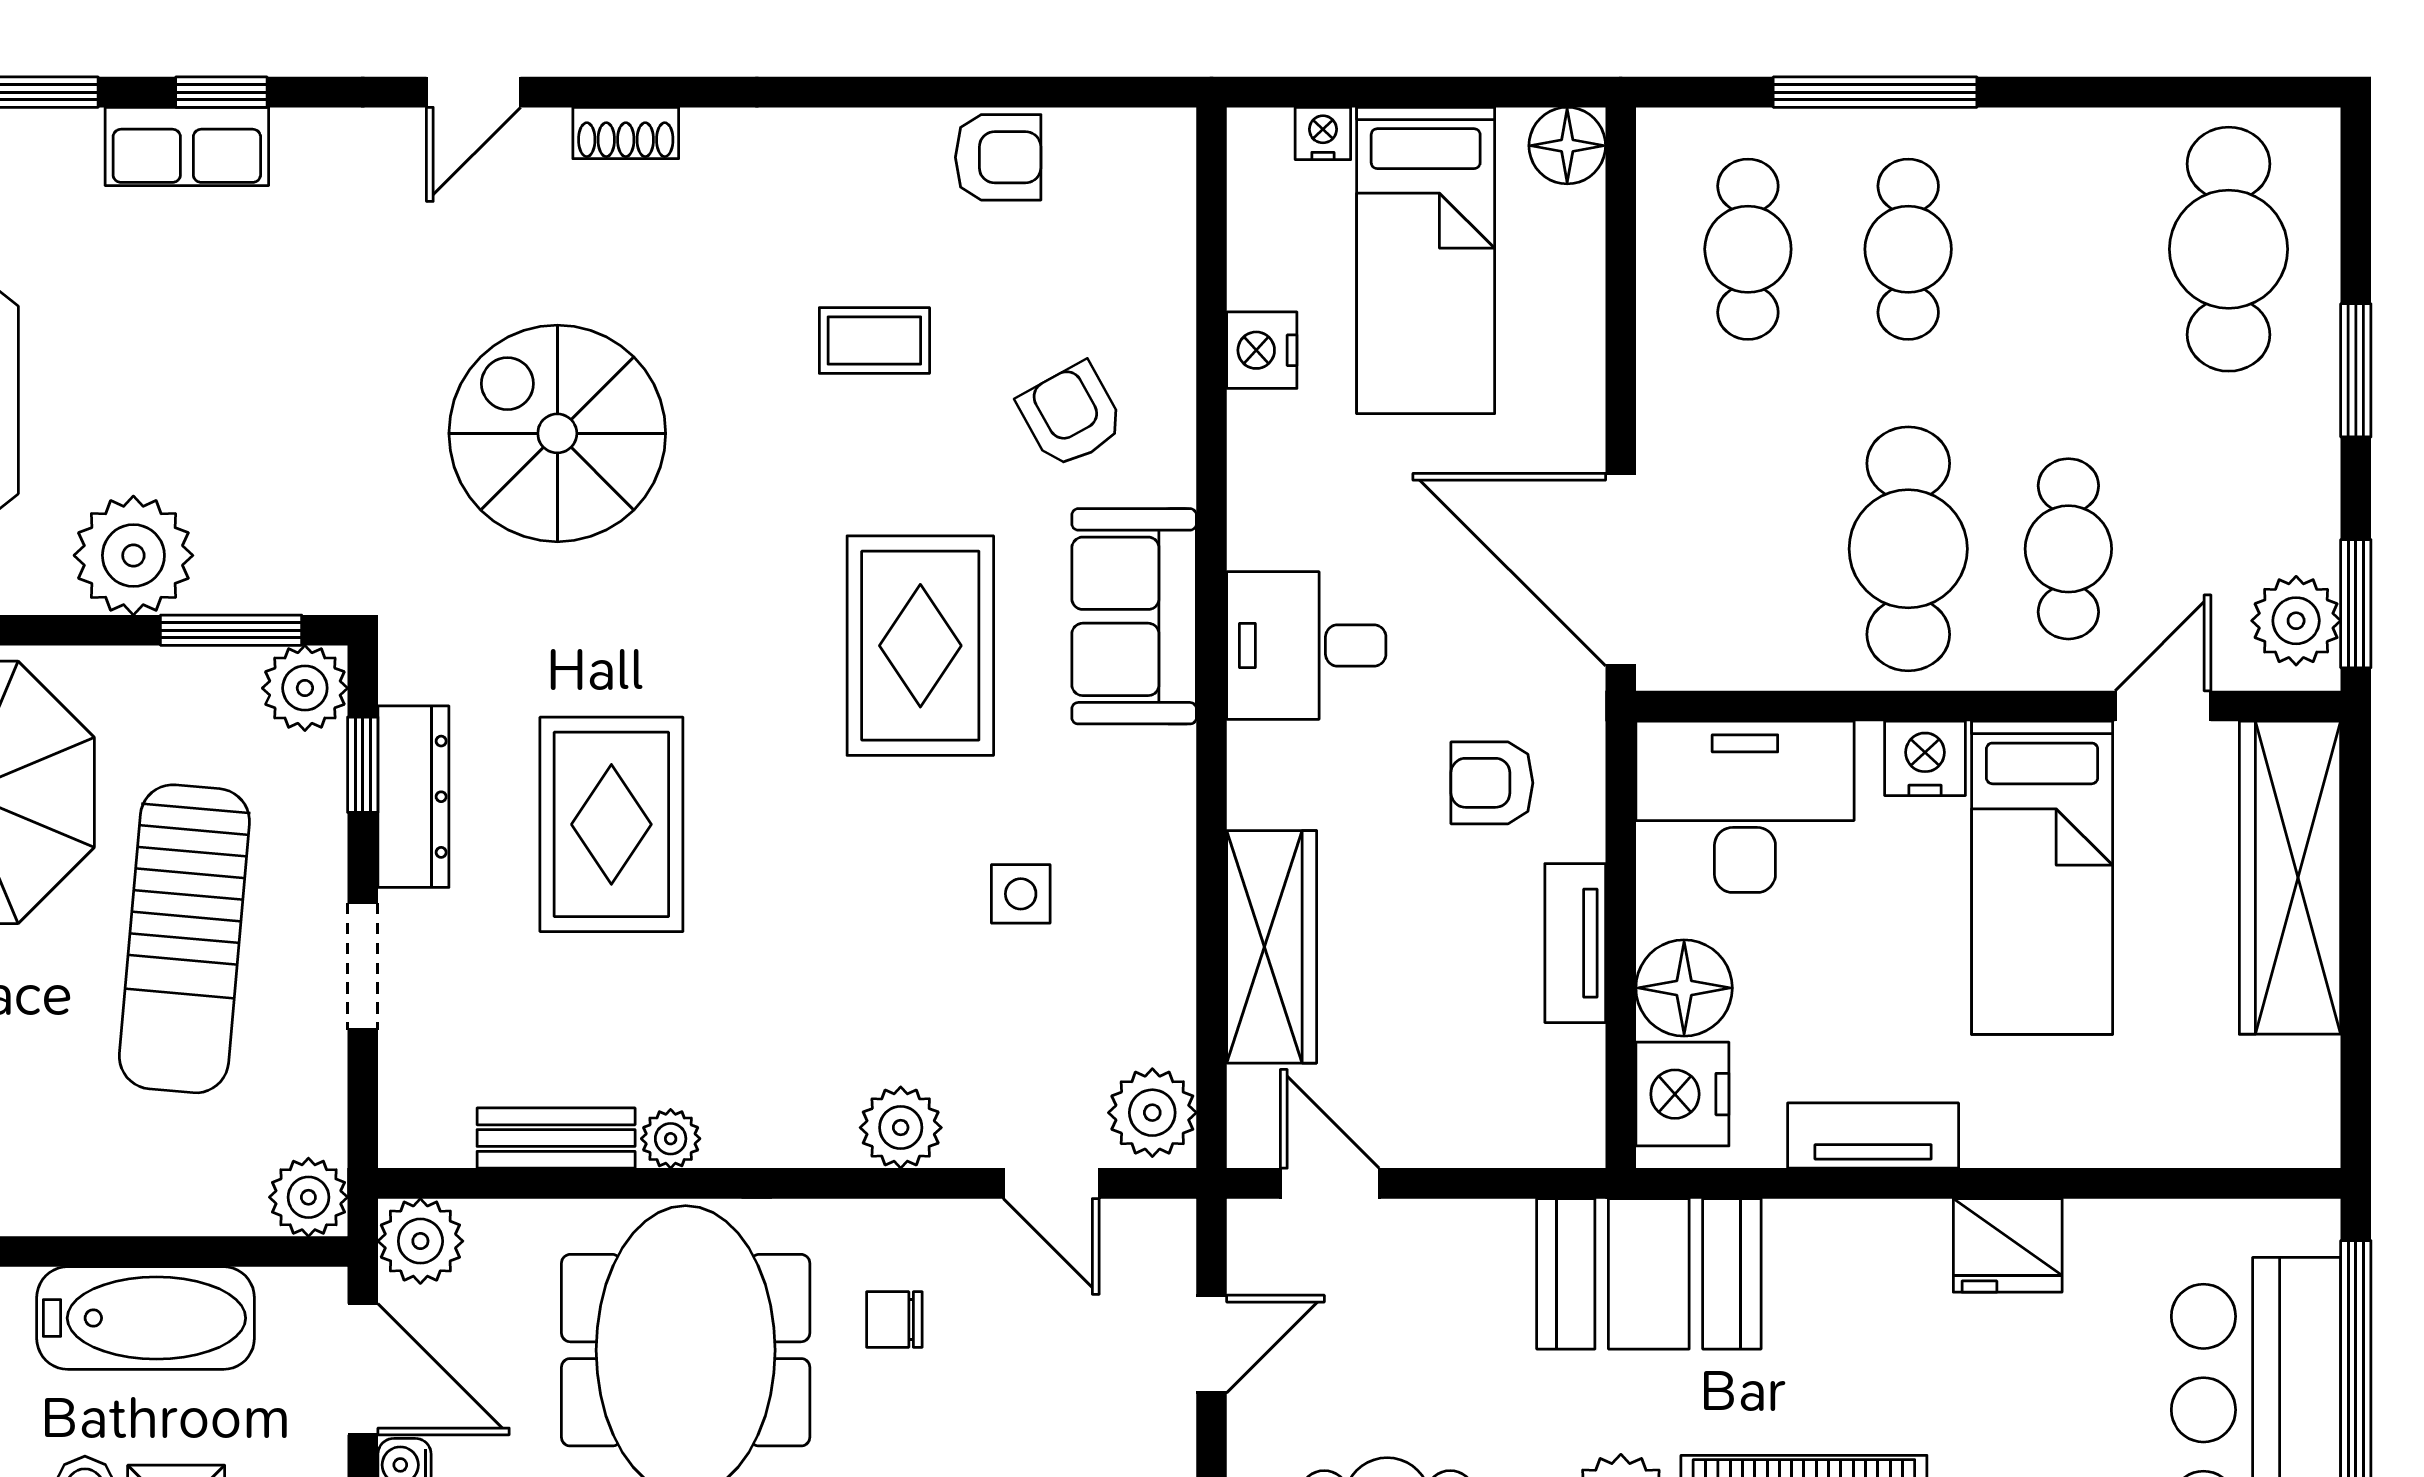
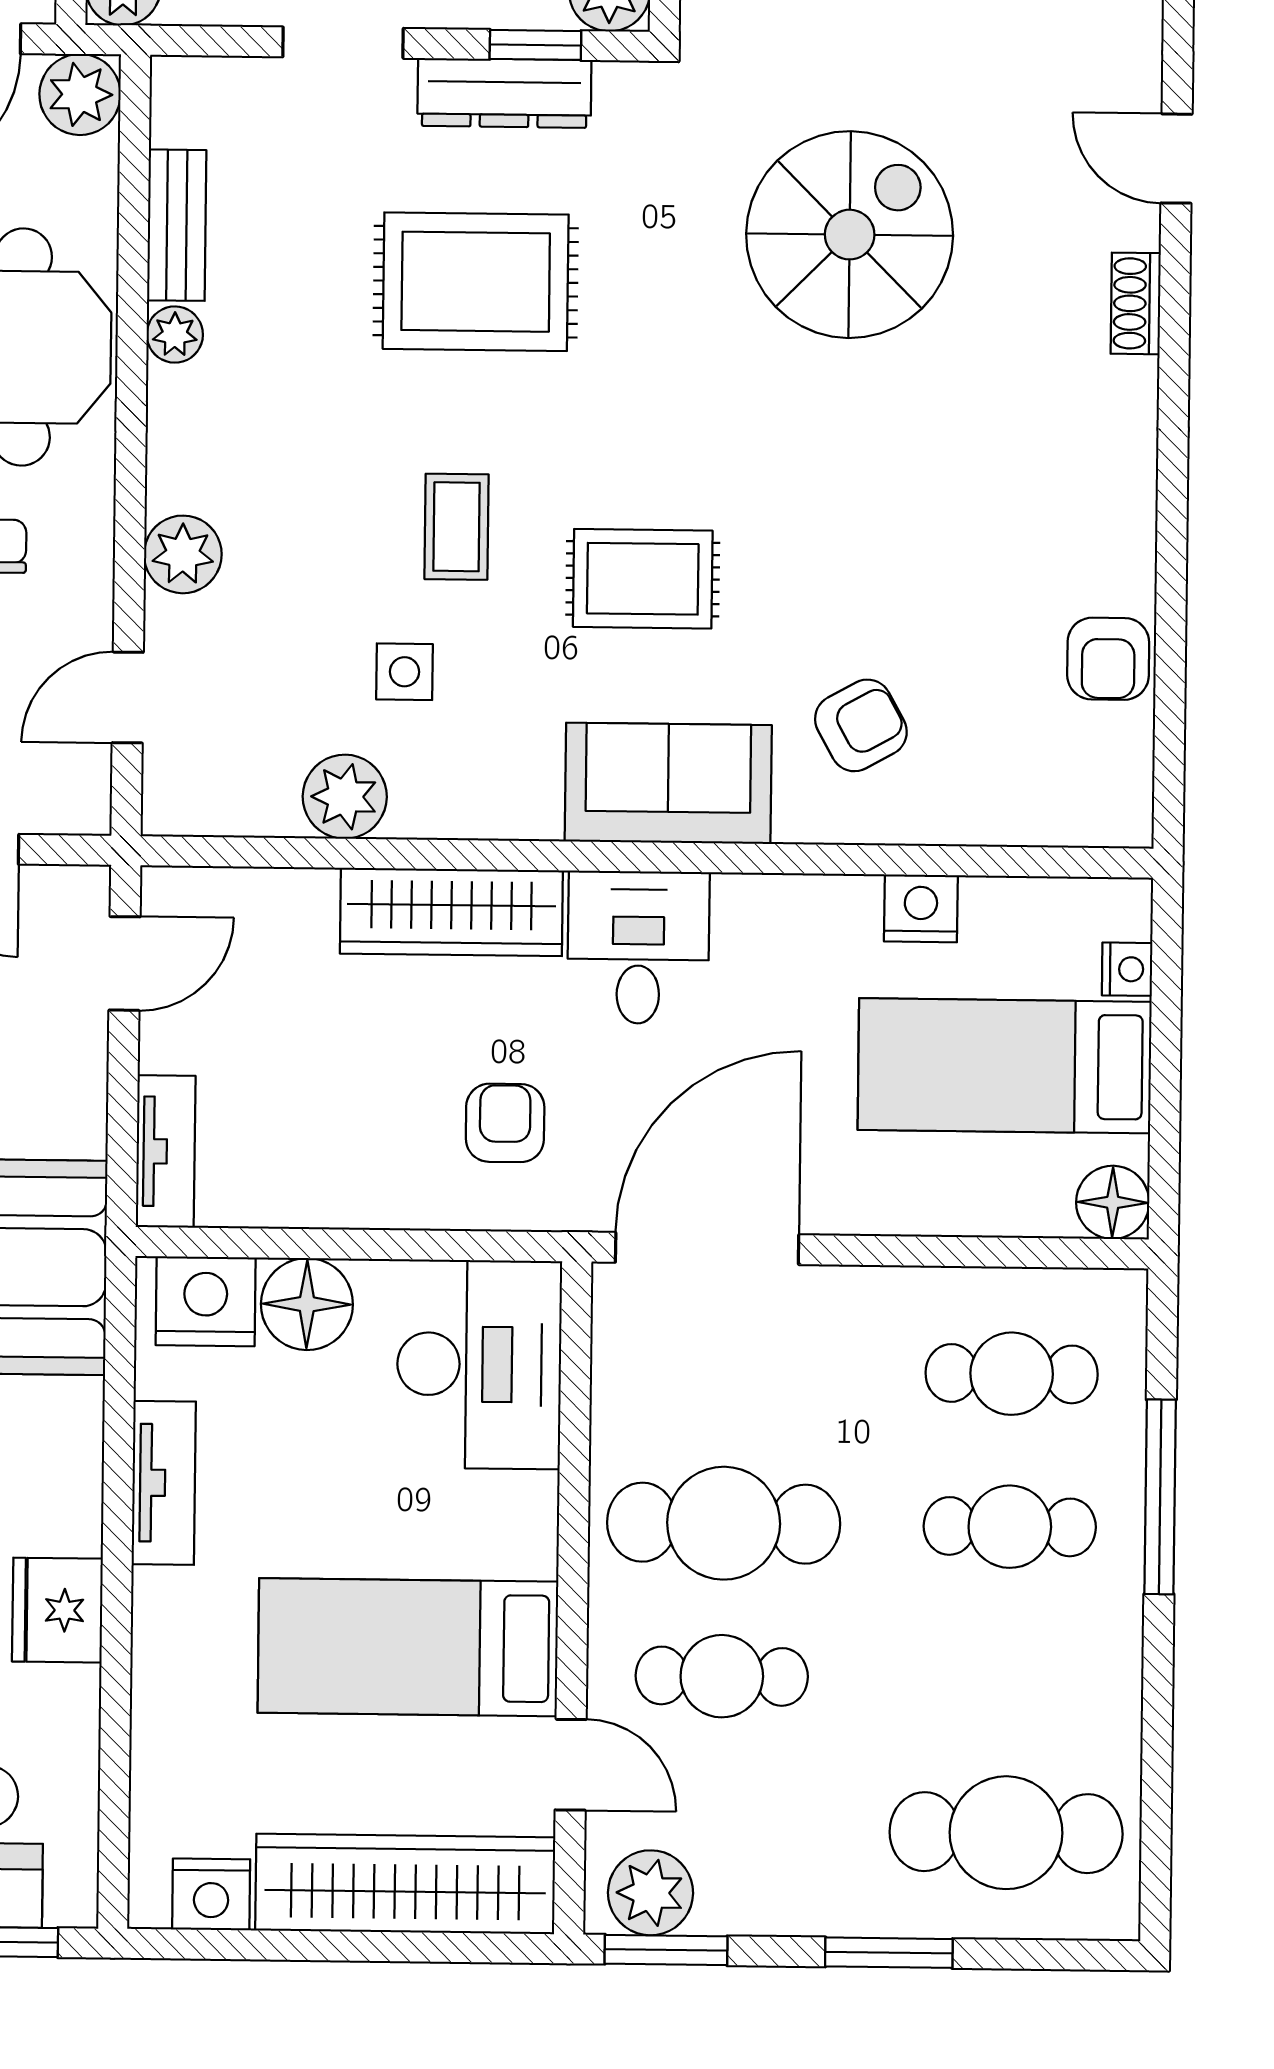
coffee table: (874, 340) -> (457, 527), moved
rug: (920, 646) -> (643, 579), width x0.73, depth x0.70
nightstand: (1925, 758) -> (211, 1894), moved, turned 90
tv unit: (1575, 943) -> (166, 1151), moved, turned 90
wardrobe: (1272, 947) -> (451, 912), moved
plant: (1152, 1113) -> (345, 797), moved

